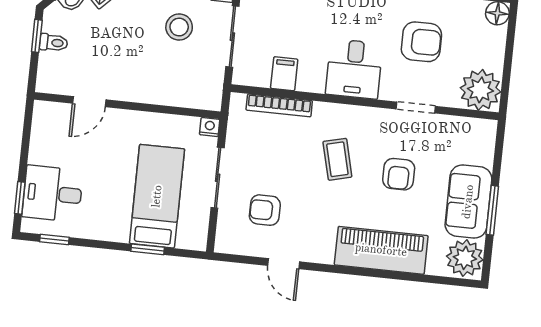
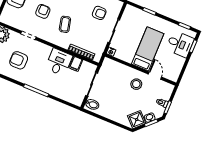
stool: (179, 27) -> (136, 84), moved
desk: (354, 69) -> (59, 62), moved
door: (89, 102) -> (155, 76), hinge flipped
bed: (157, 196) -> (148, 49), moved, turned 180

